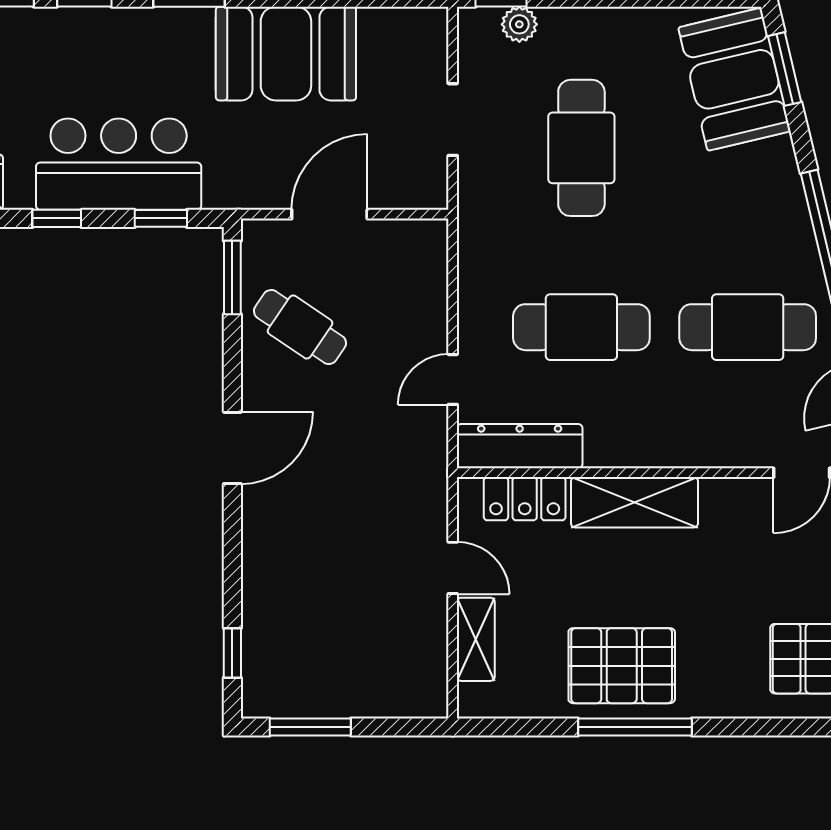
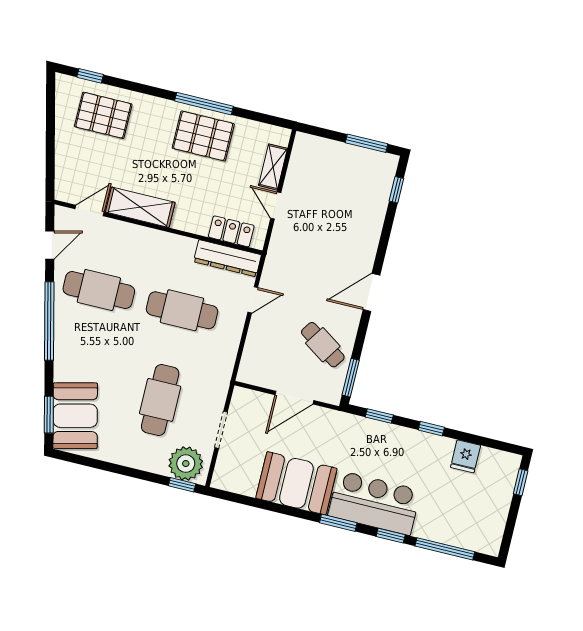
plant: (519, 24) -> (186, 464), width x1.88, depth x1.88
bar counter: (119, 164) -> (374, 503), moved, turned 180
shelving: (634, 502) -> (140, 207), moved

